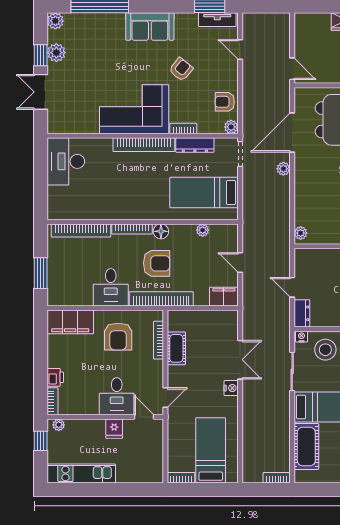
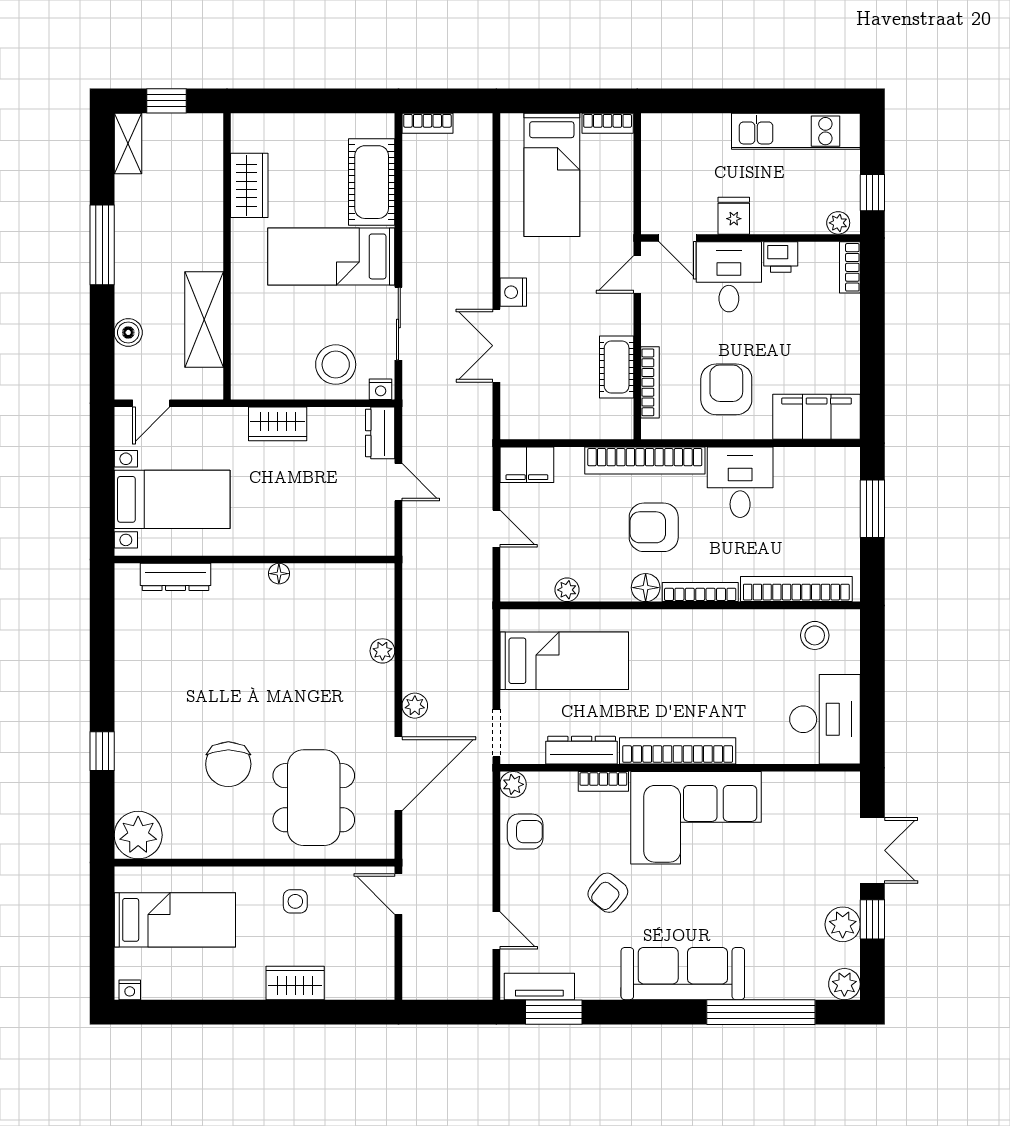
sofa: (150, 26) -> (683, 974), width x1.36
stool: (71, 206) -> (815, 635), added
plant: (301, 233) -> (382, 651), moved
printer: (55, 377) -> (781, 257), moved, turned -90

